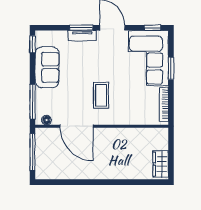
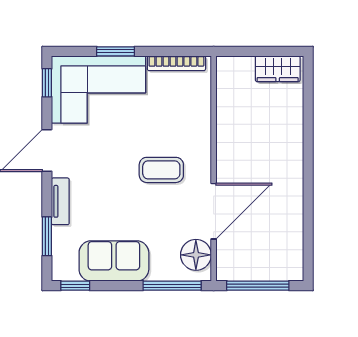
window: (81, 28) -> (47, 236), moved
floor lamp: (46, 120) -> (196, 255), width x1.89, depth x1.89

